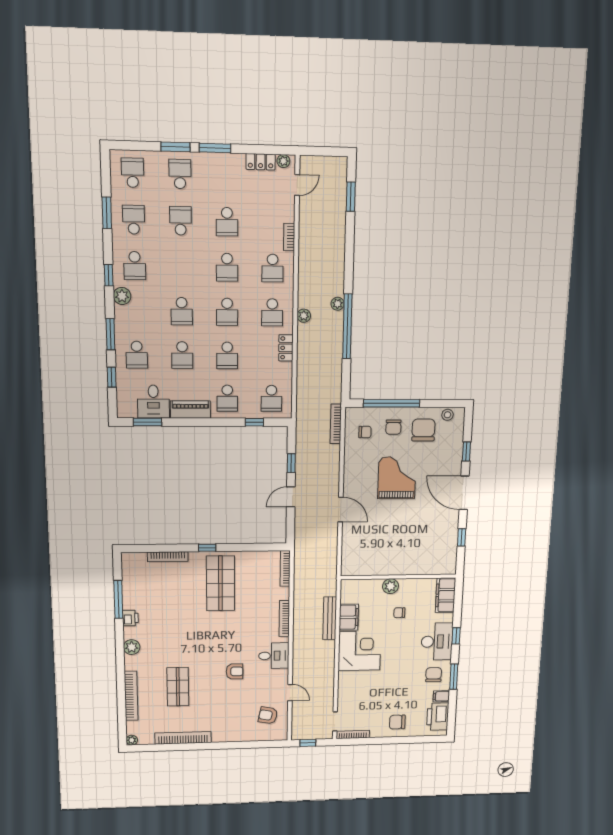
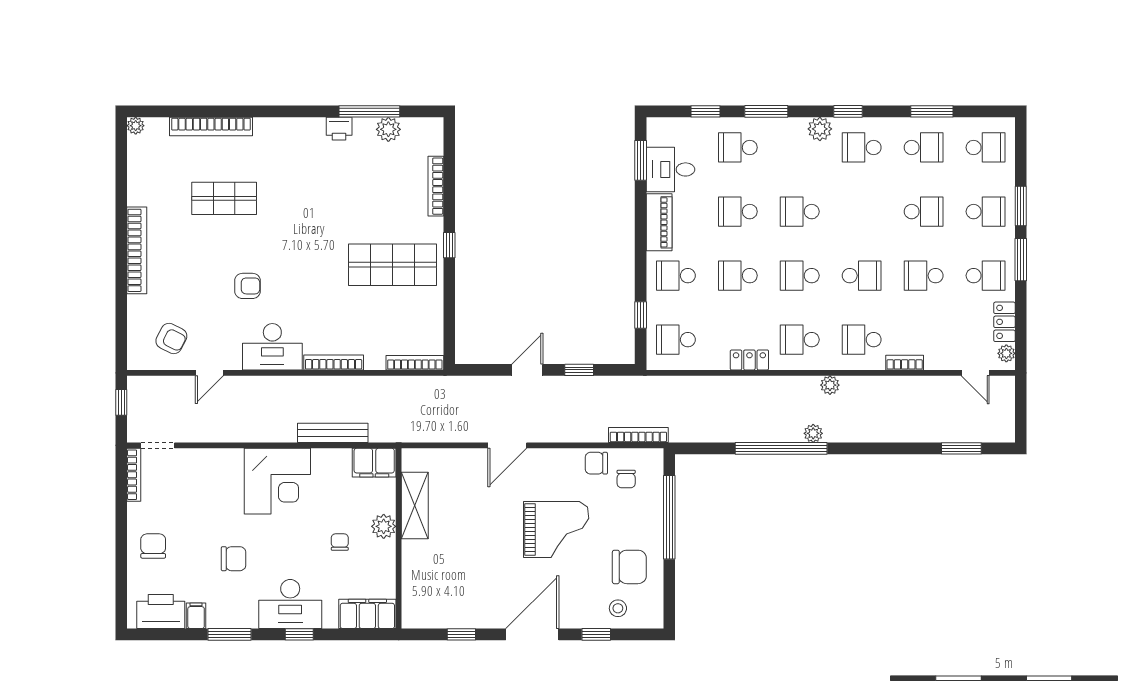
school desk: (227, 175) -> (986, 276), added
school desk: (227, 267) -> (862, 276), turned 180
plant: (304, 316) -> (830, 385), moved
stool: (447, 415) -> (618, 608), moved
chair: (393, 427) -> (596, 463), moved
door: (291, 497) -> (527, 370), hinge flipped
shelving: (378, 567) -> (415, 506), added
filing cabinet: (349, 617) -> (374, 463), moved
plant: (132, 647) -> (388, 129), moved
desk: (274, 656) -> (272, 347), width x1.37
armchair: (235, 671) -> (247, 286), turned -90
chair: (434, 675) -> (234, 559), moved
armchair: (268, 715) -> (171, 339), turned 106
bookcase: (183, 738) -> (137, 250), moved

